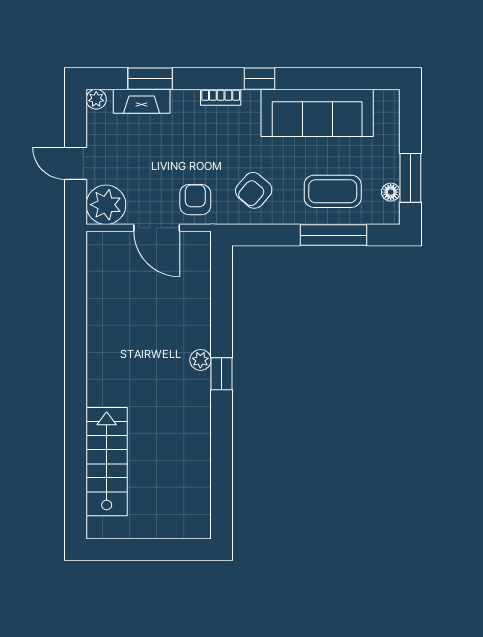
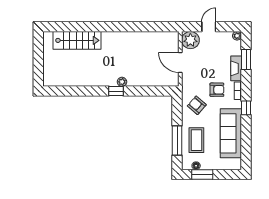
fireplace: (142, 101) -> (236, 68), moved
armchair: (195, 200) -> (217, 90), moved
door: (157, 228) -> (180, 62), hinge flipped

